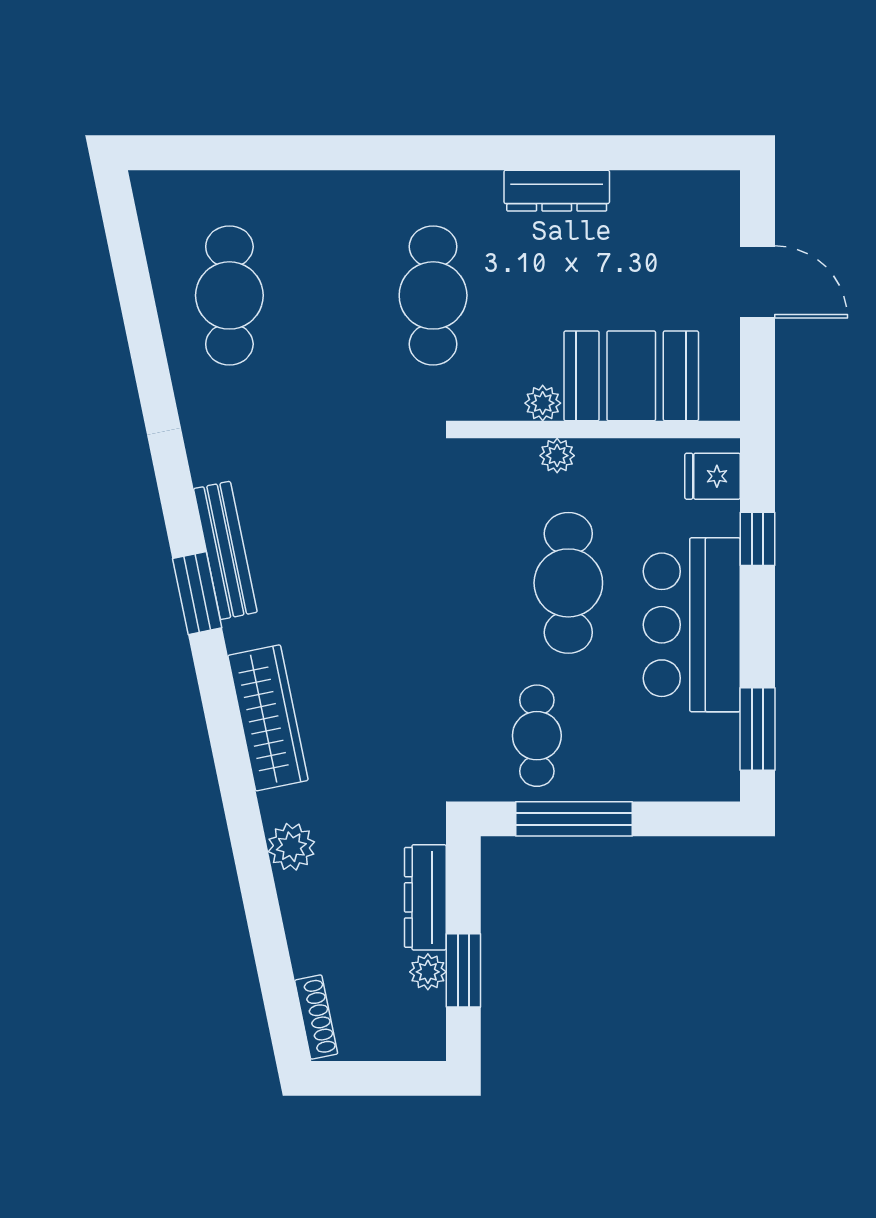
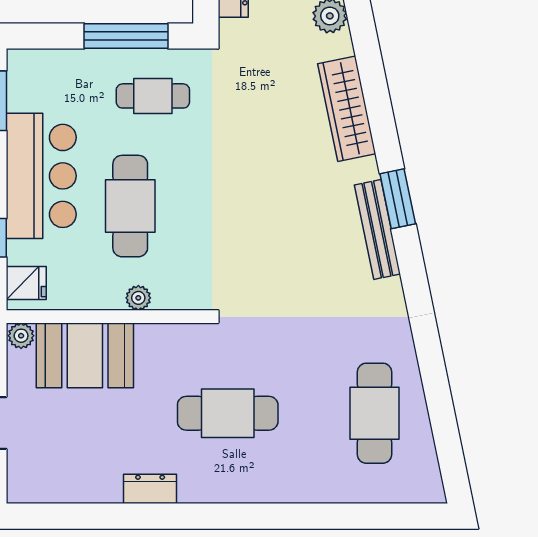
dresser: (557, 191) -> (150, 489), width x0.70
cafe table: (433, 295) -> (228, 413), turned 90
plant: (543, 403) -> (21, 336), moved
cafe table: (537, 736) -> (153, 96), turned 90

